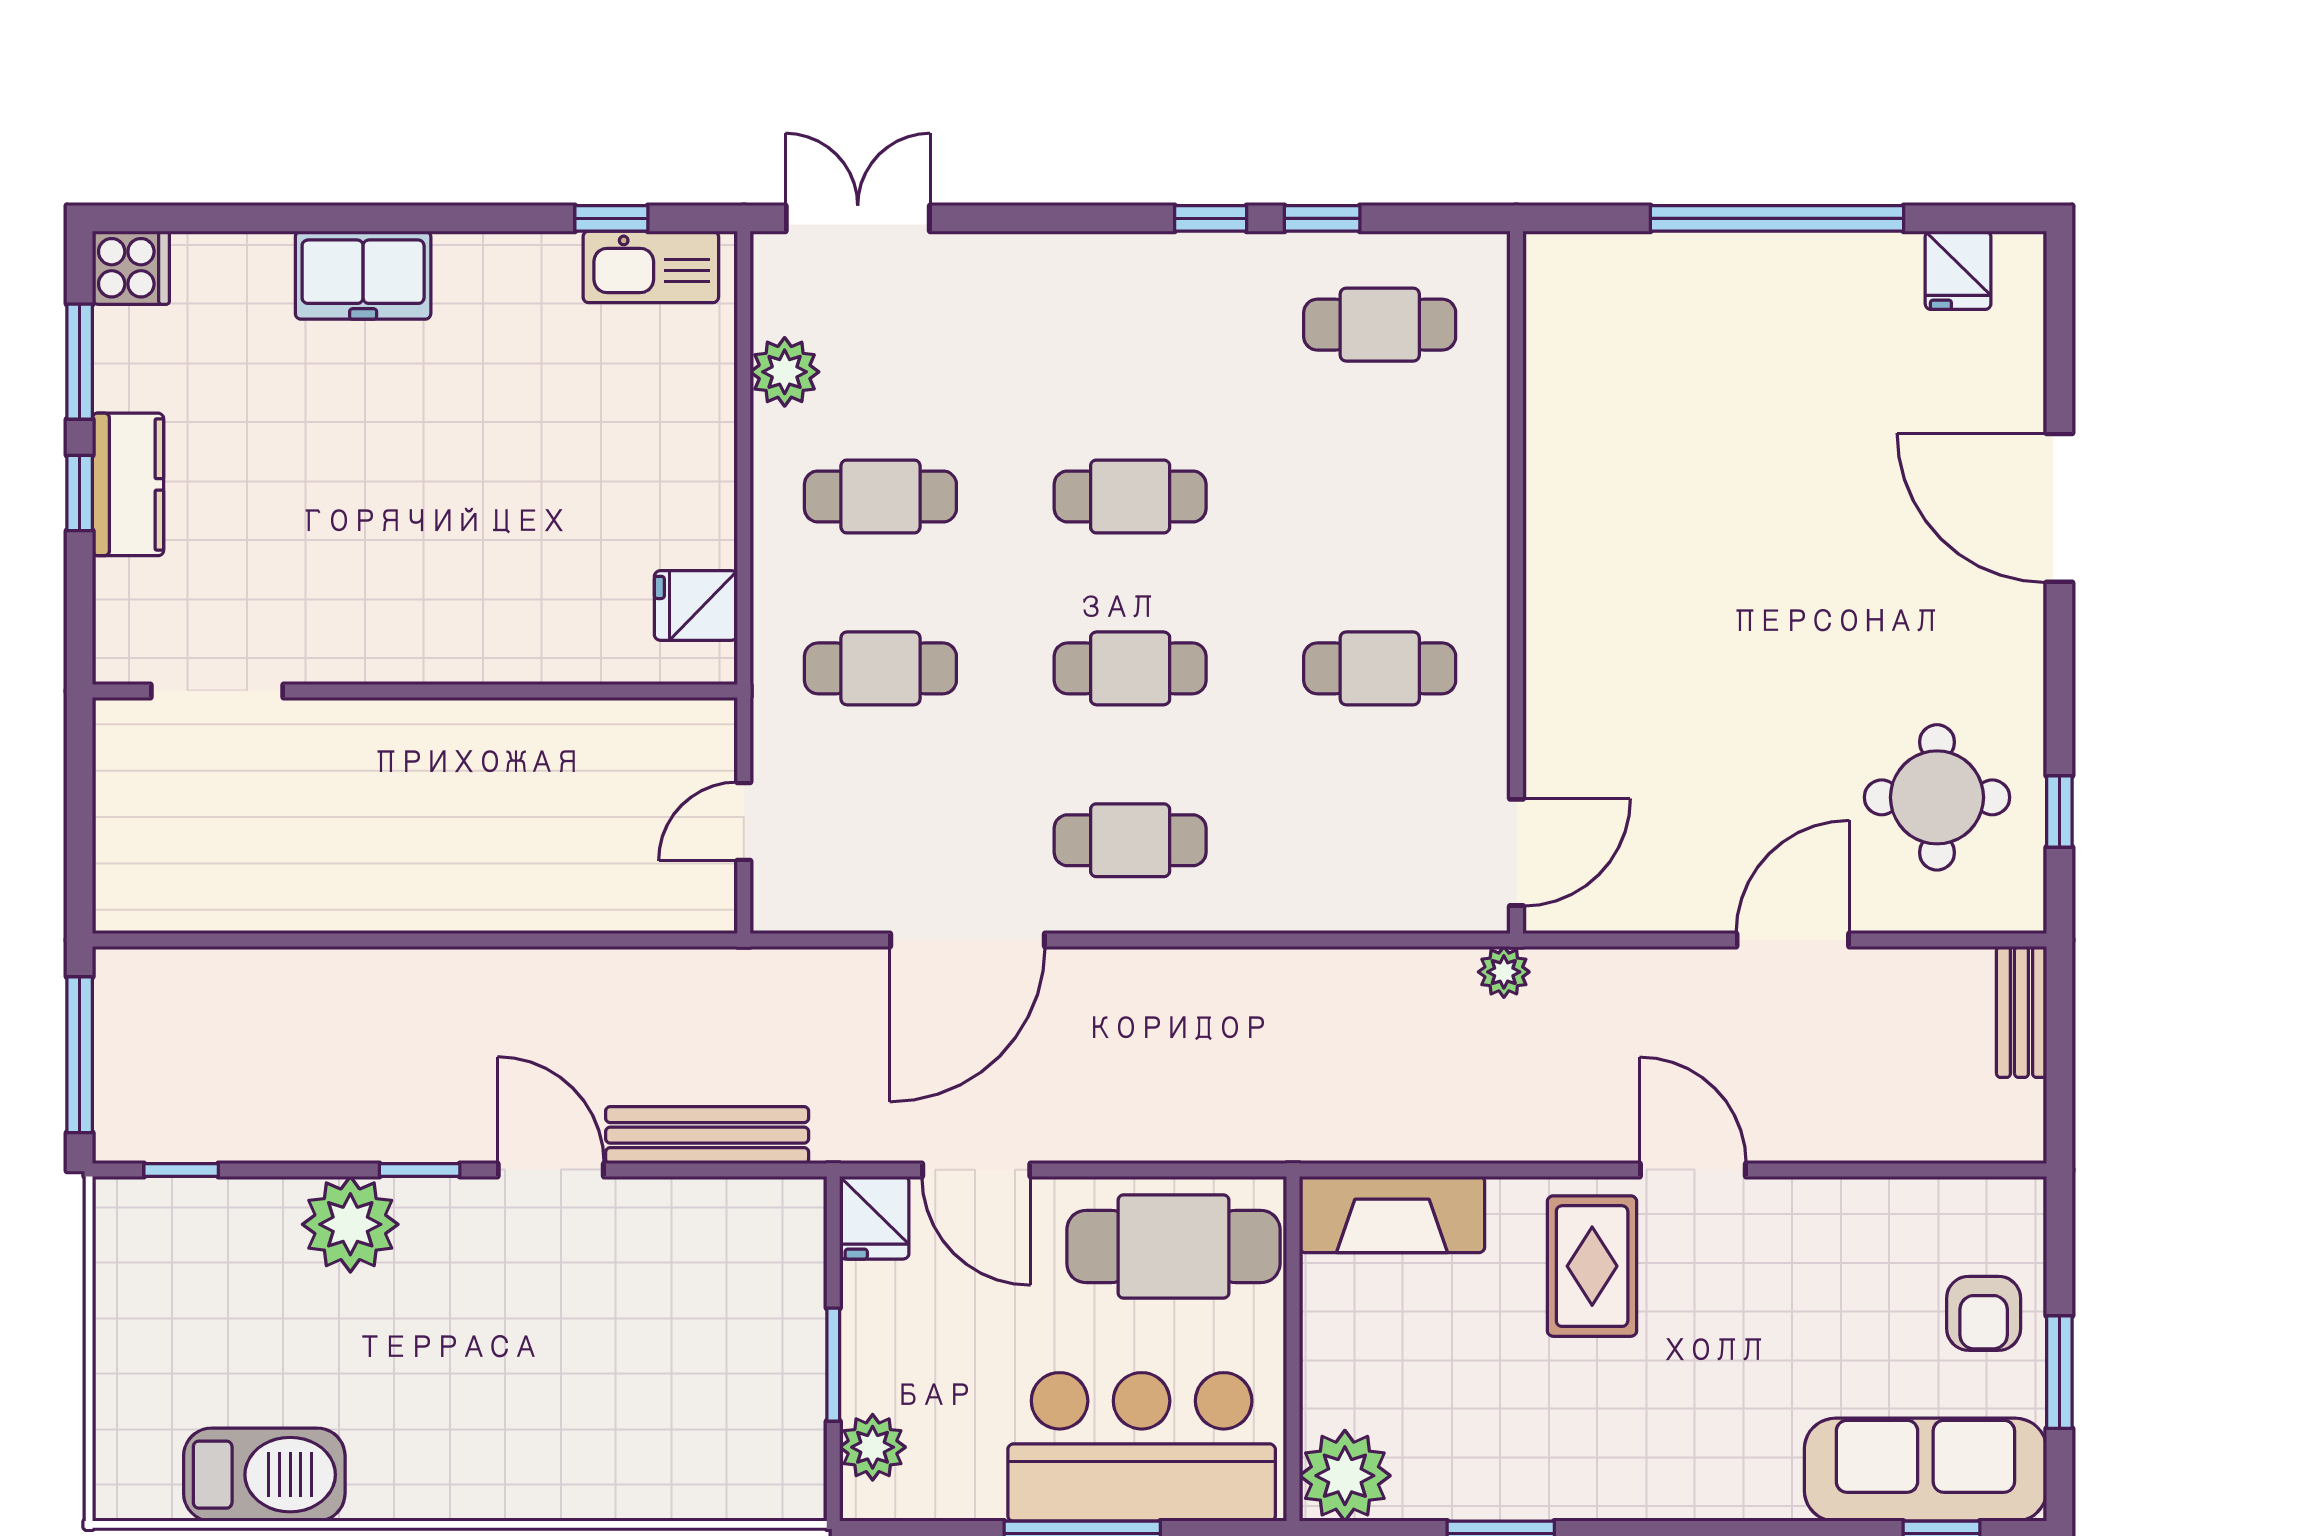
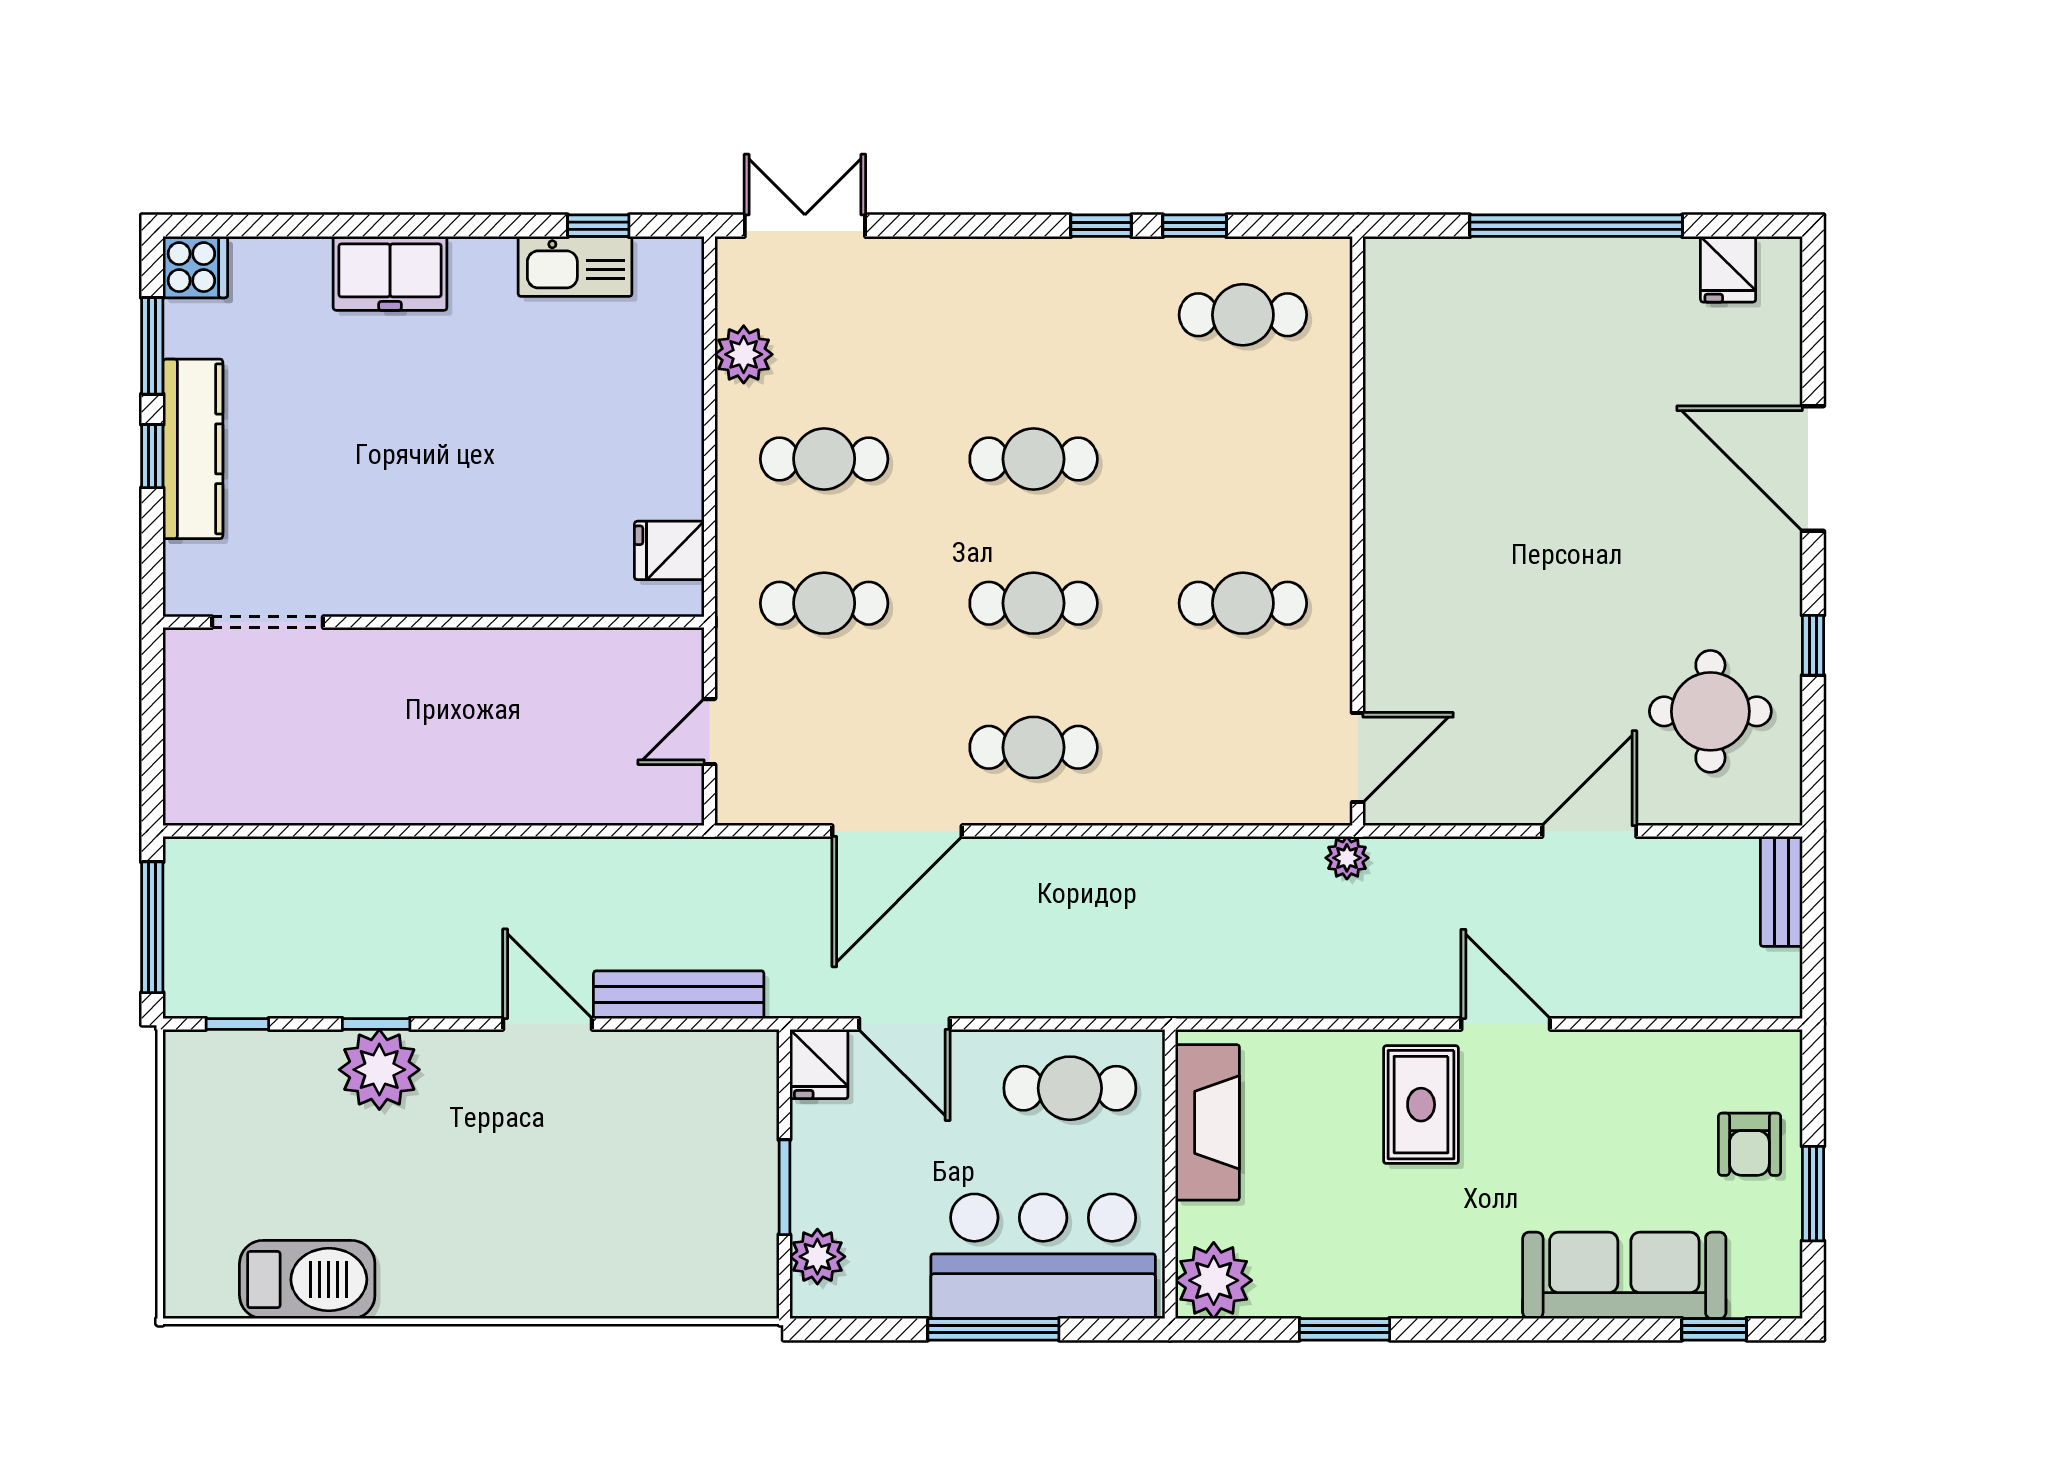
kitchen sink: (651, 267) -> (575, 266), moved
kitchen counter: (128, 484) -> (193, 449), width x1.50
window: (2059, 811) -> (1813, 645), moved
window: (420, 1170) -> (376, 1024), moved
fireplace: (1392, 1214) -> (1207, 1122), moved, turned -90
cafe table: (1173, 1247) -> (1070, 1088), width x0.73, depth x0.74
sofa: (1925, 1470) -> (1624, 1275), moved

